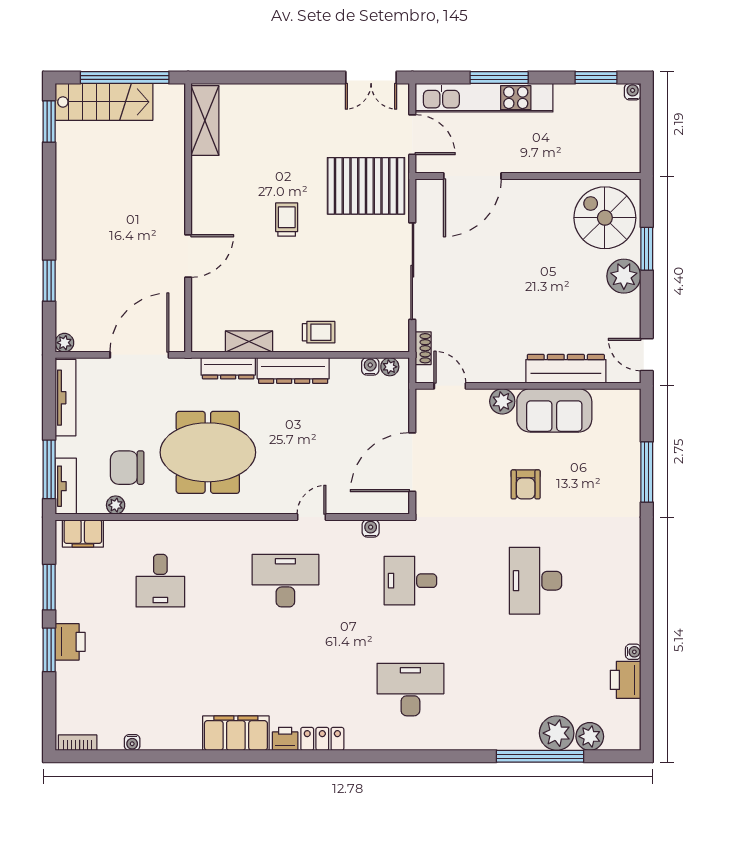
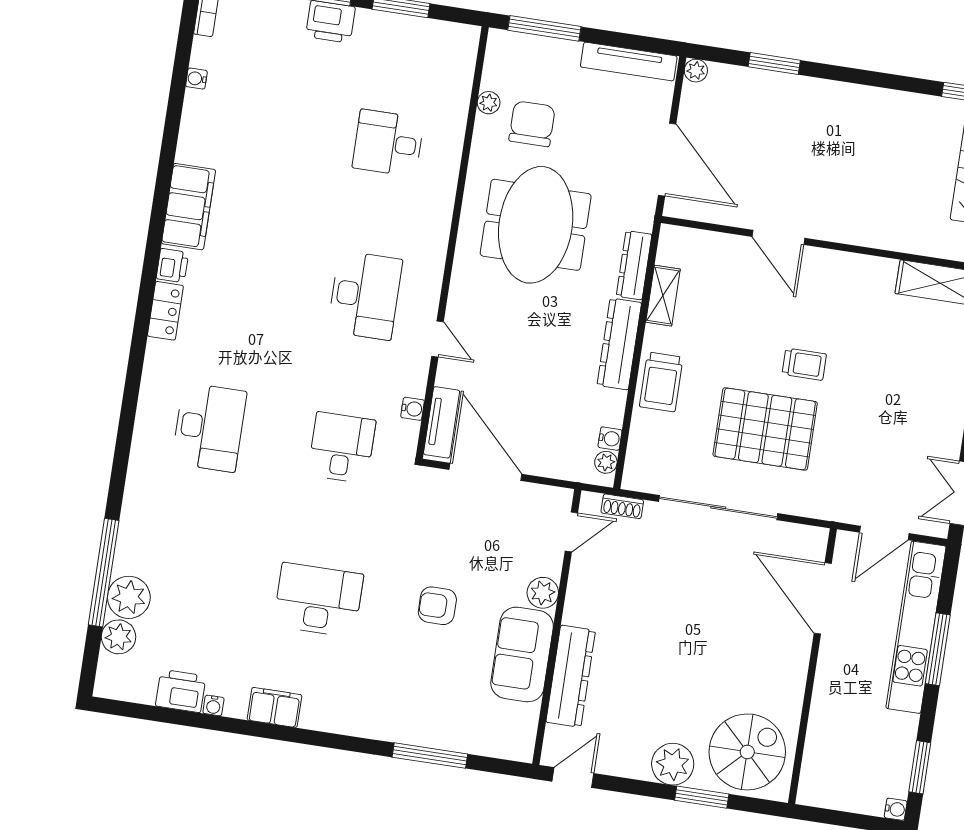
pallet: (366, 186) -> (765, 429), moved, turned 90
trolley: (319, 332) -> (661, 382), width x1.36, depth x1.39
tv unit: (66, 486) -> (442, 422), moved, turned -90
filing cabinet: (83, 534) -> (275, 707), moved, turned 90

